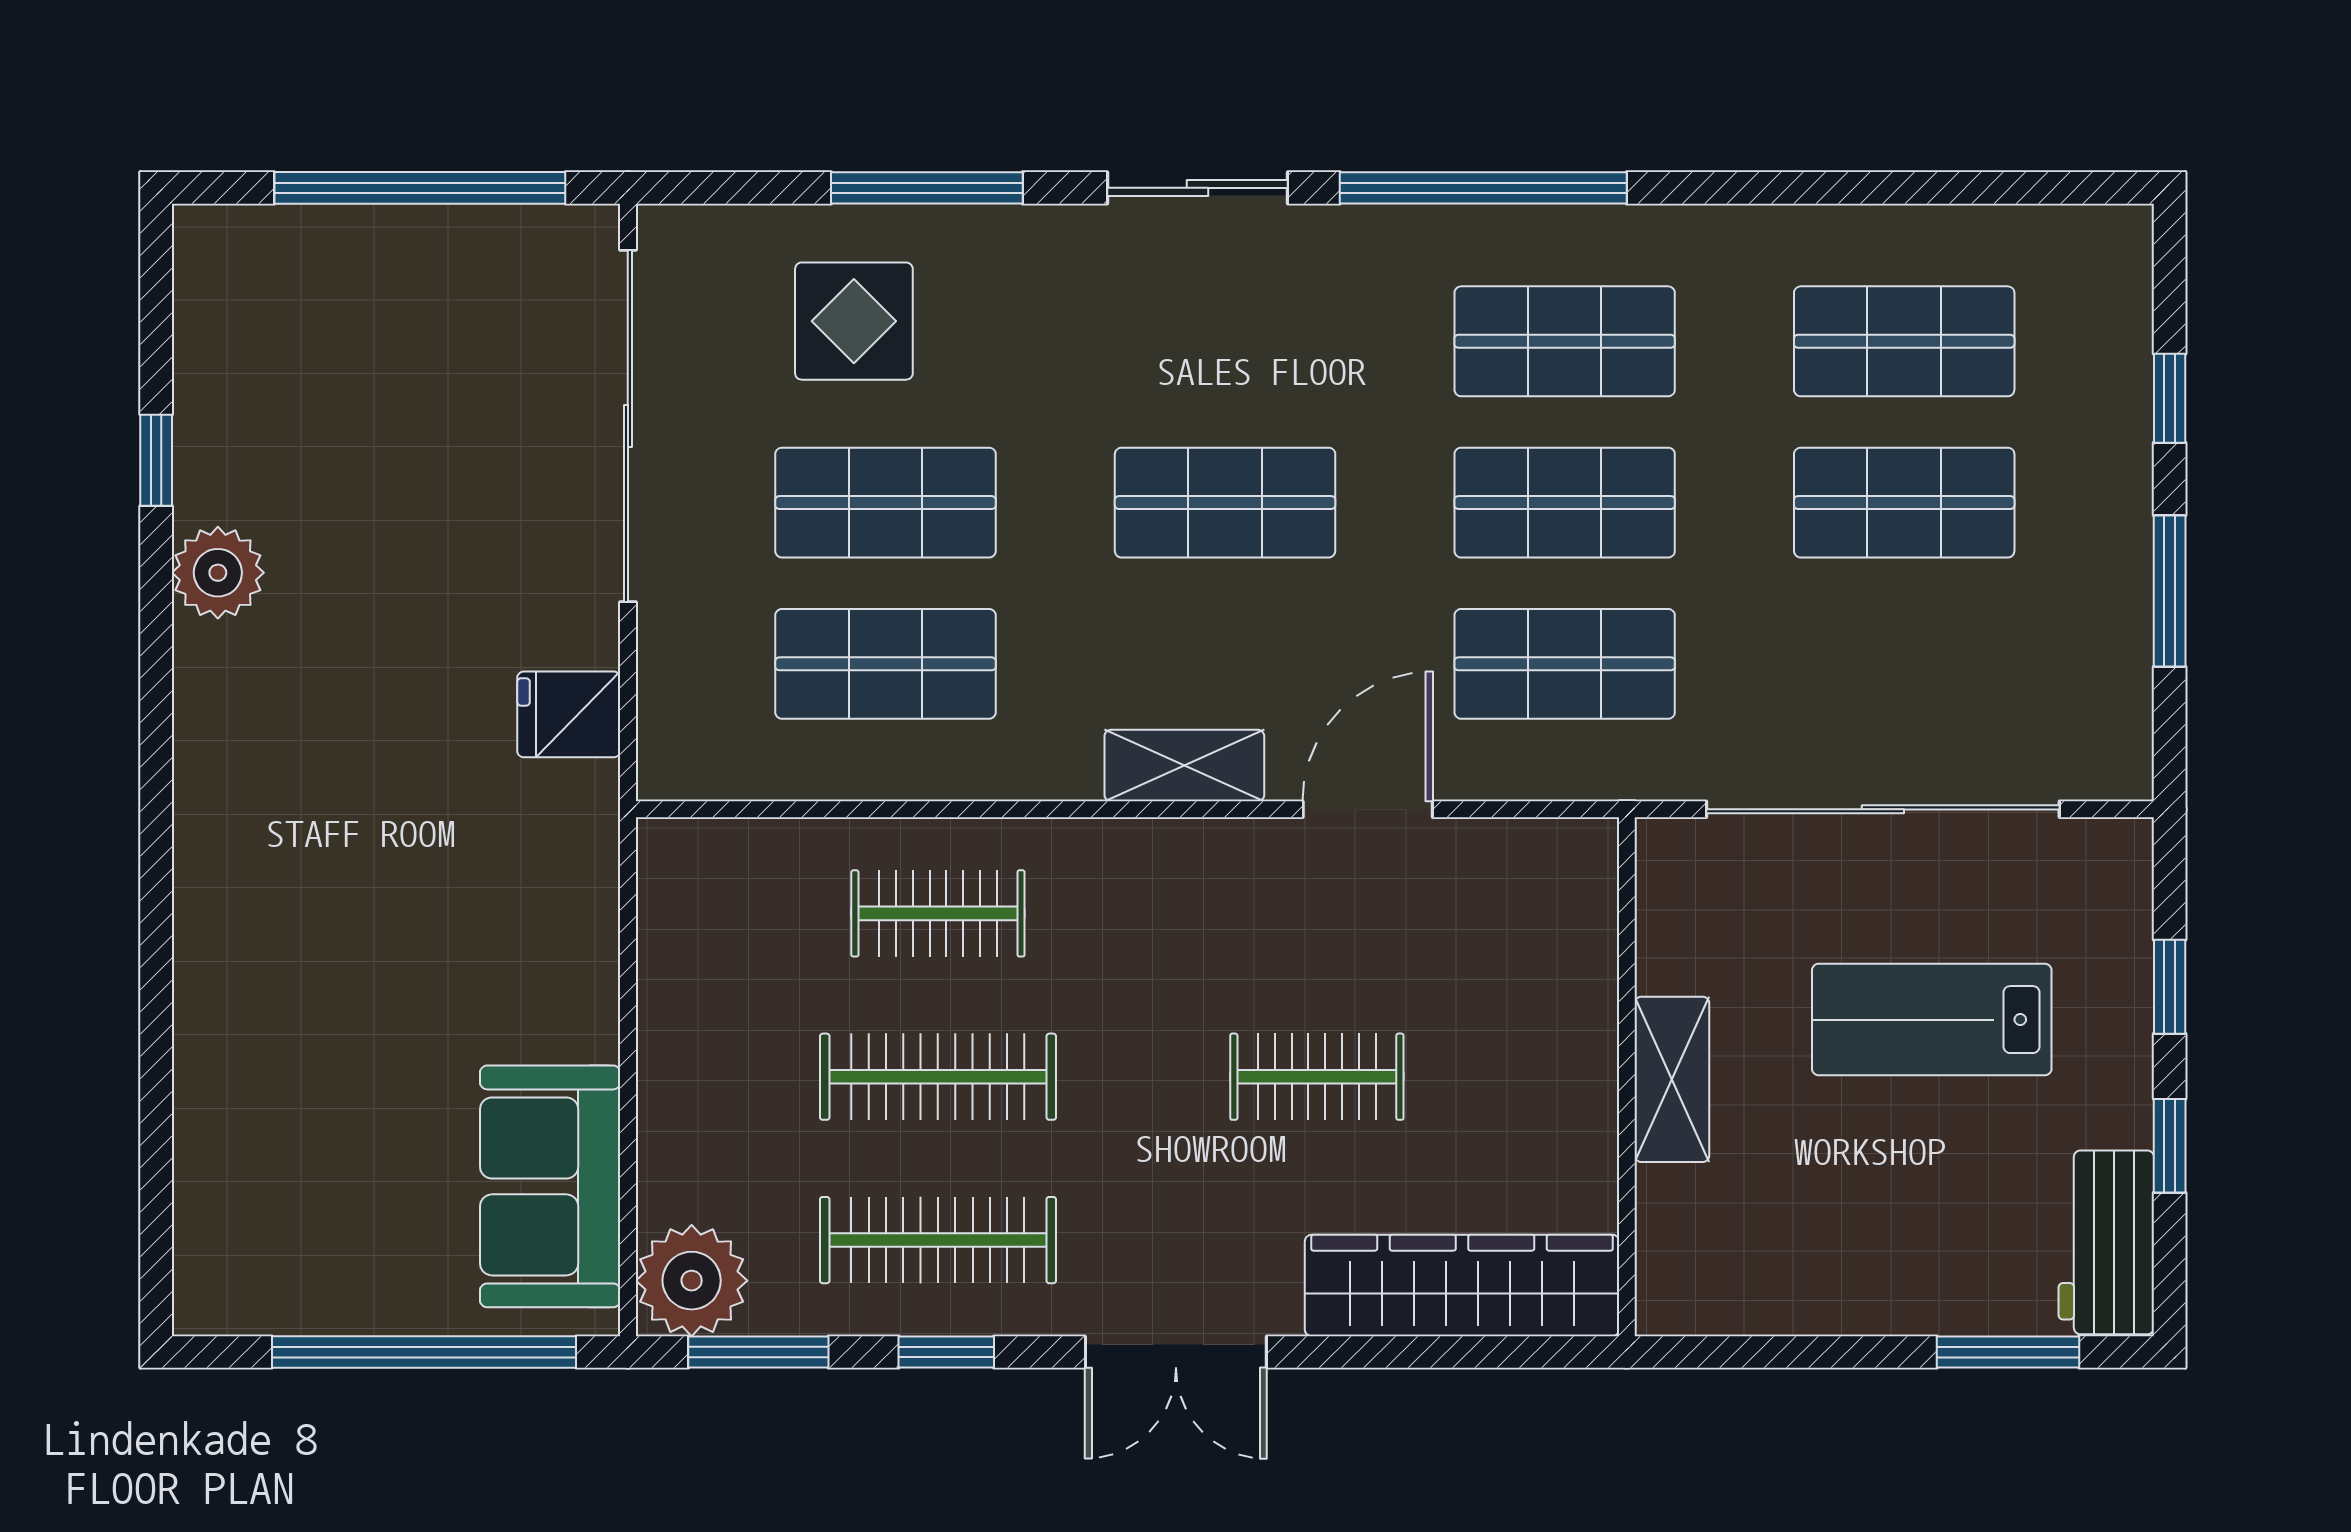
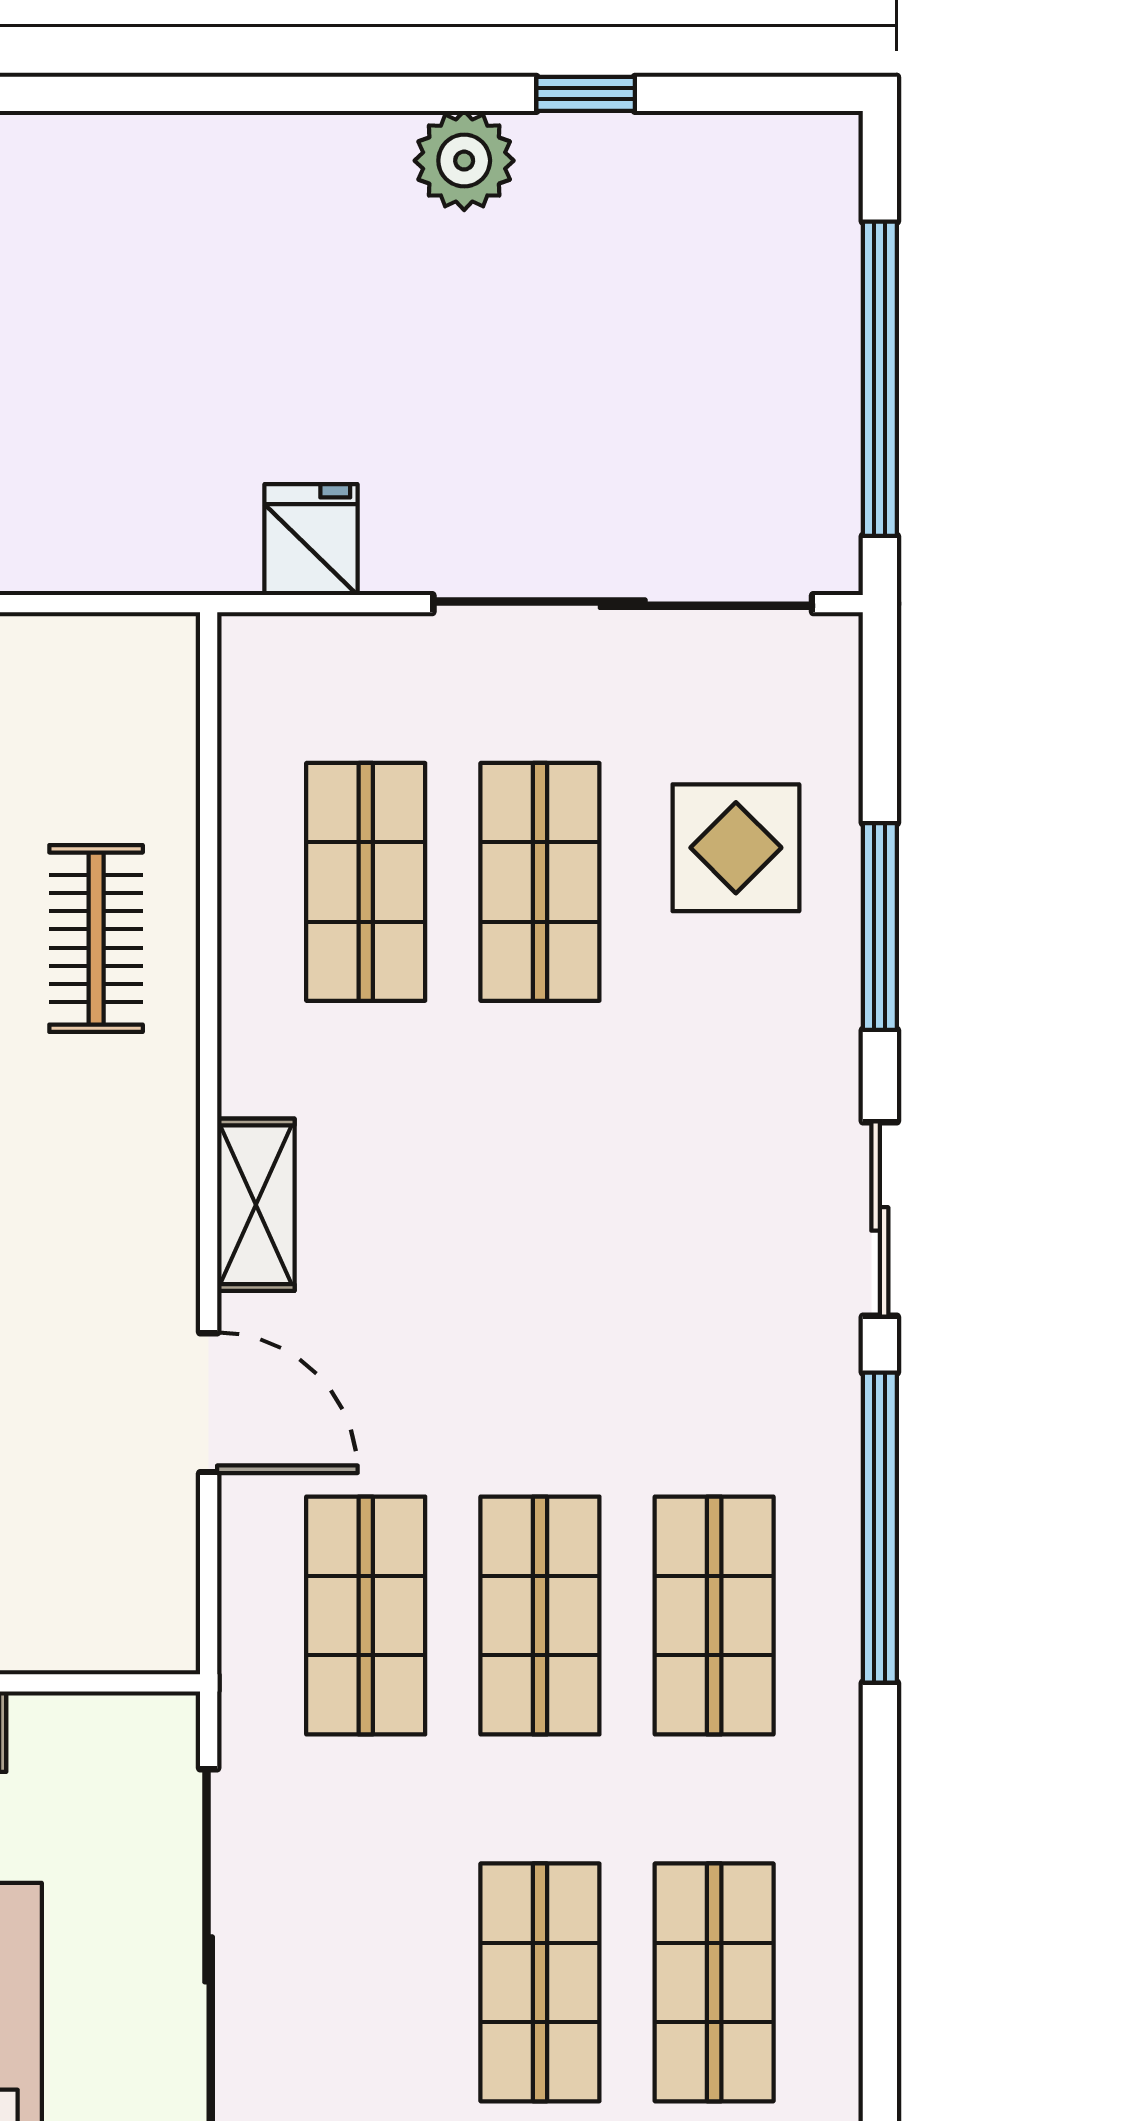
shop shelf: (1225, 503) -> (540, 1249), removed

